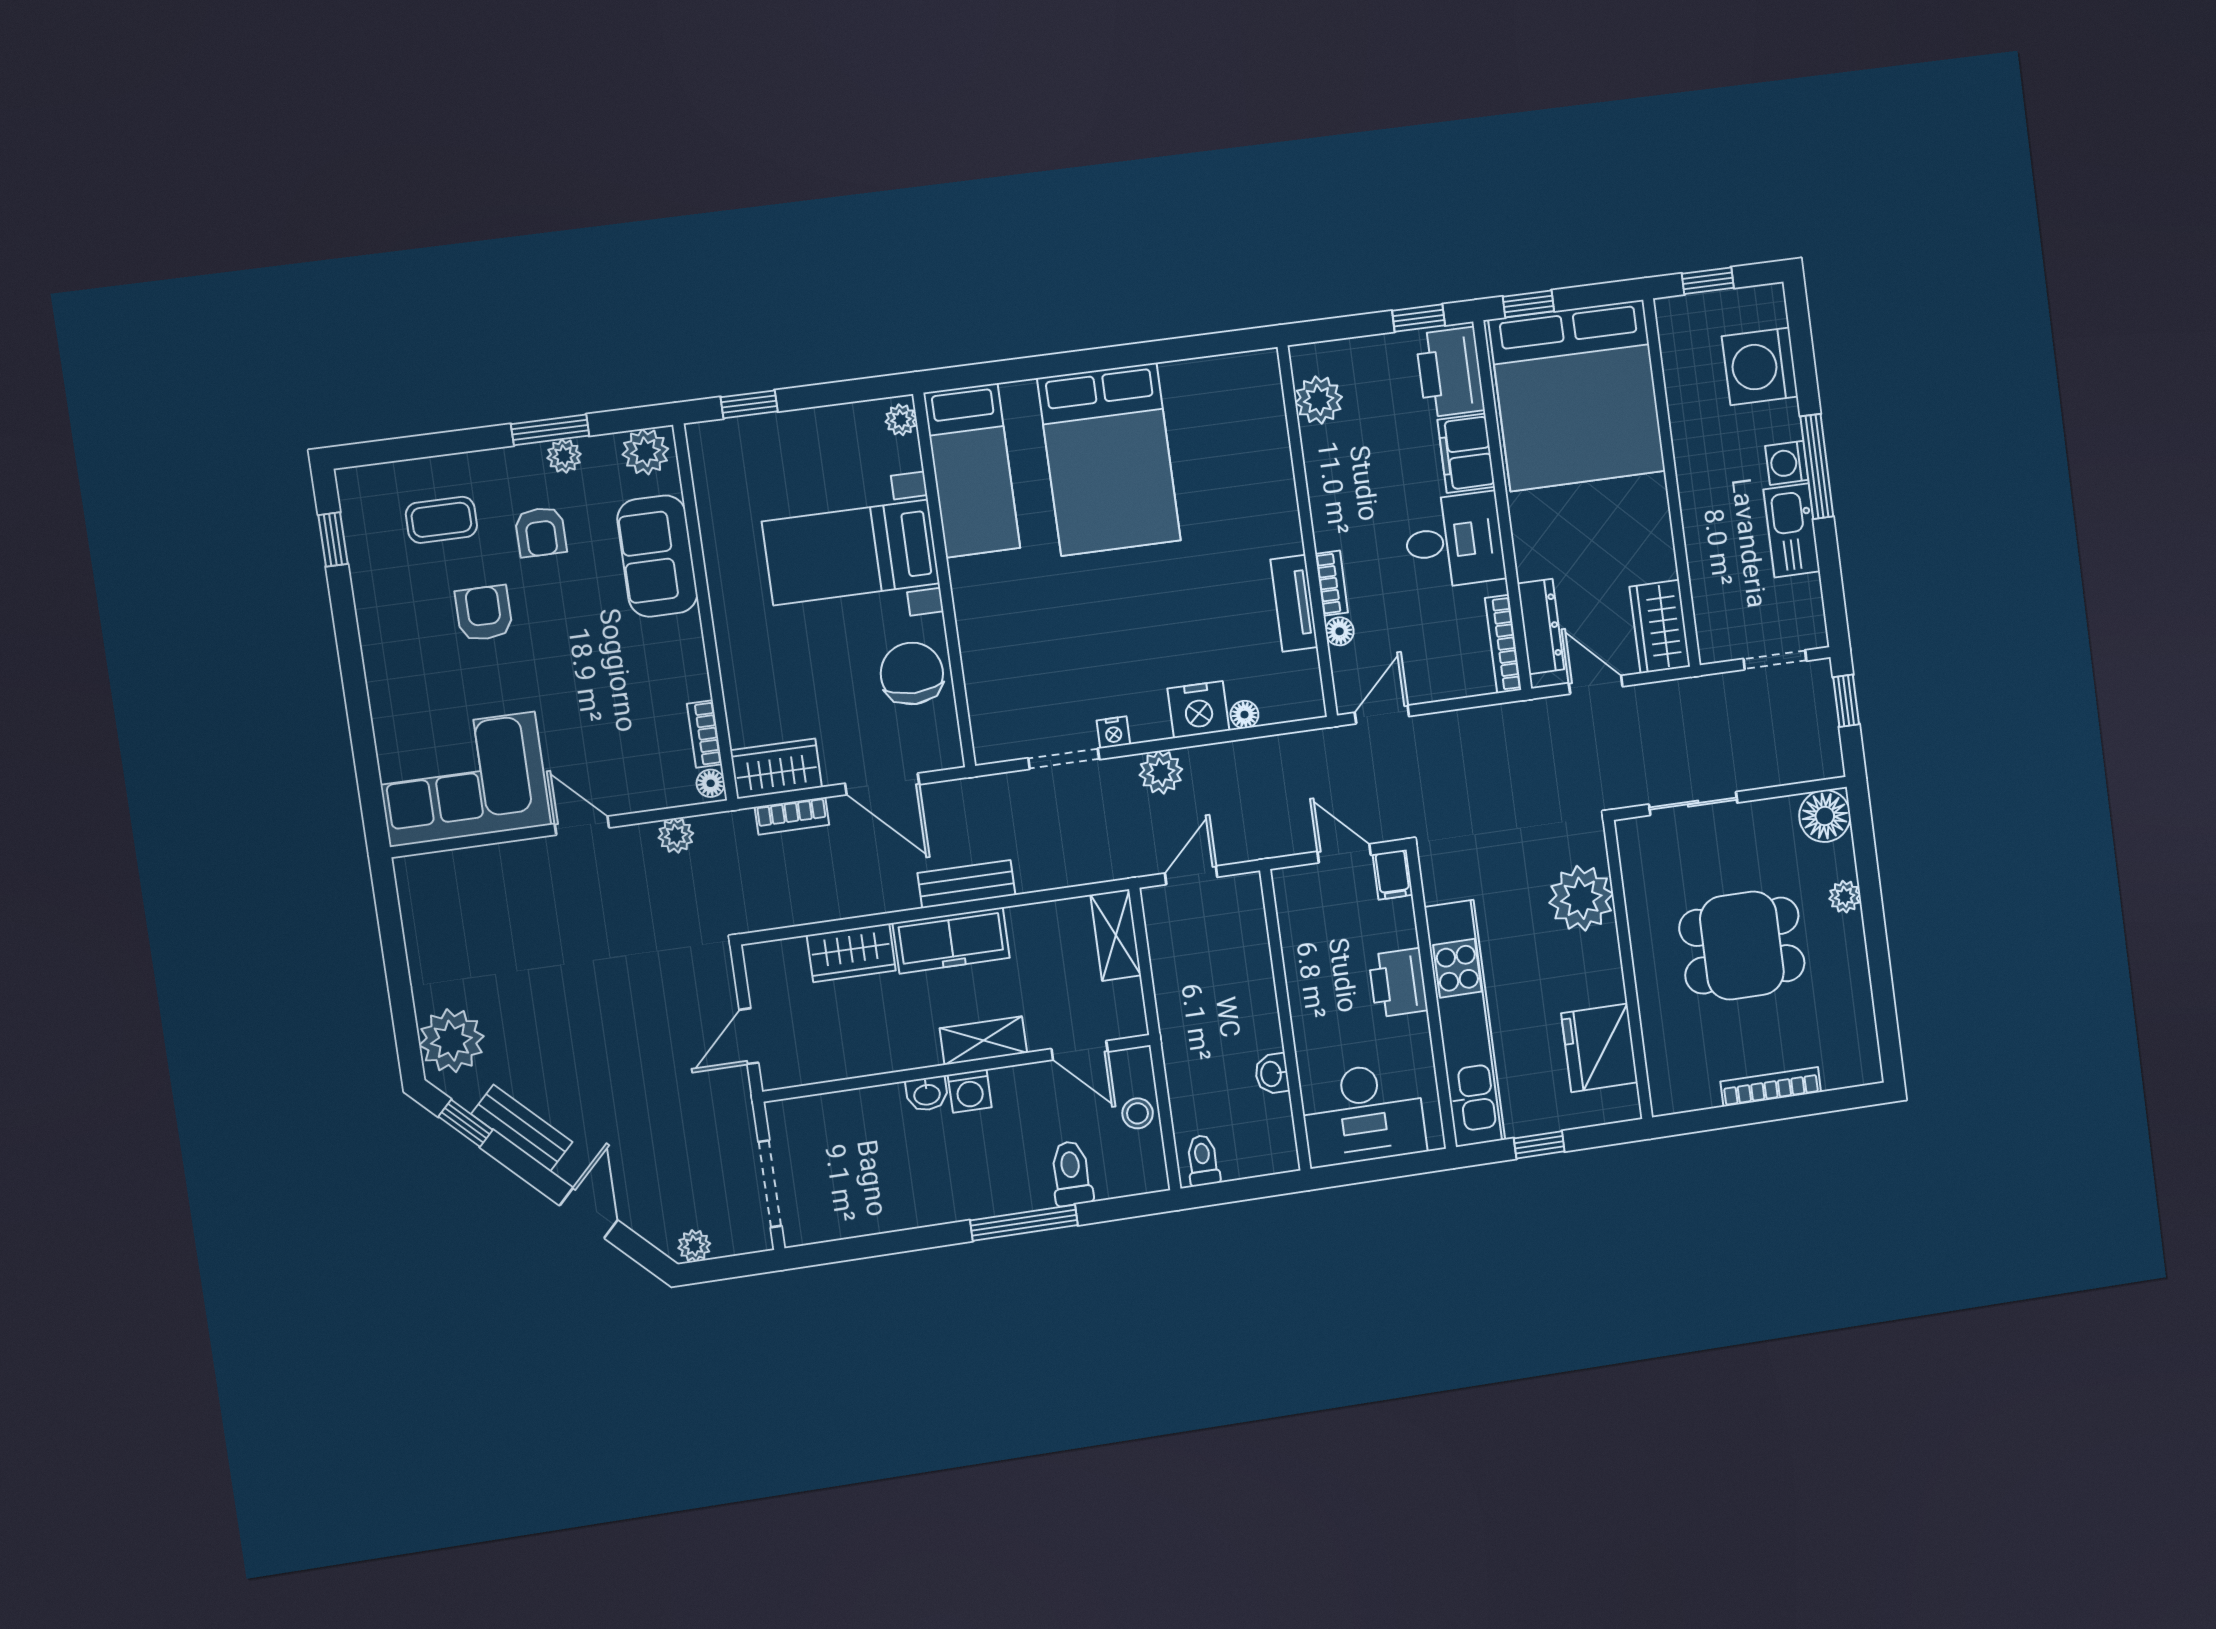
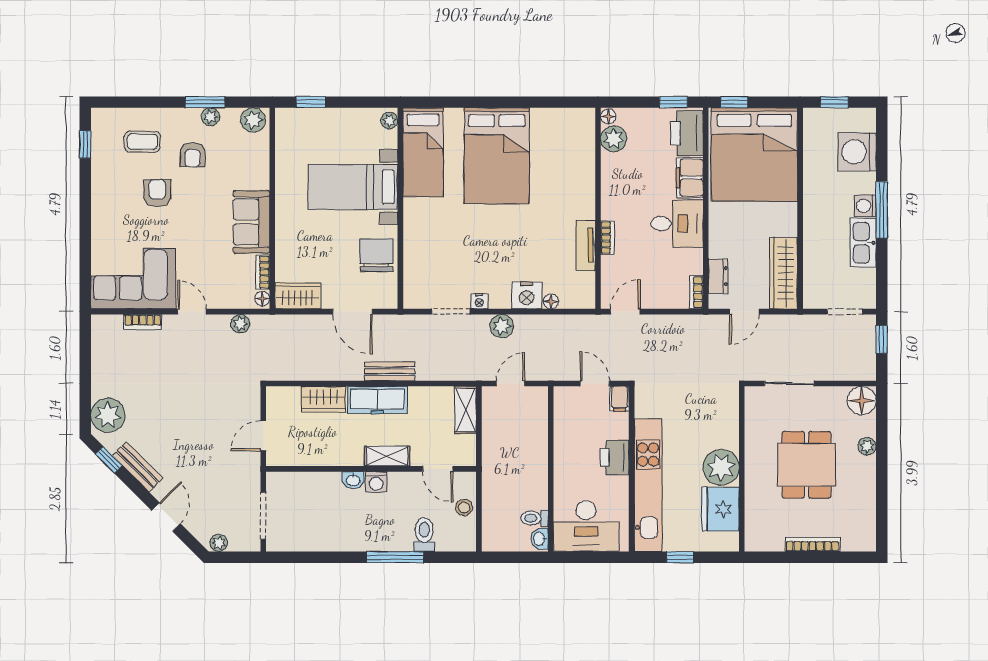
sofa: (657, 556) -> (251, 222), moved
dresser: (1541, 626) -> (718, 276), width x0.70
wardrobe: (1660, 627) -> (784, 273), width x1.50
floor lamp: (1340, 631) -> (608, 117), moved
bookcase: (1503, 644) -> (696, 292), width x0.64
door: (1596, 685) -> (744, 312), swing flipped
bookcase: (792, 816) -> (143, 322), moved
plant: (1581, 898) -> (721, 467), moved
dining table: (1742, 946) -> (806, 465), turned 90
washbasin: (1272, 1074) -> (540, 539), moved
toilet: (1203, 1160) -> (535, 518), moved, turned -90

